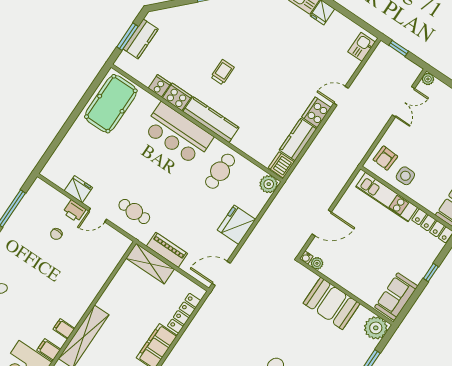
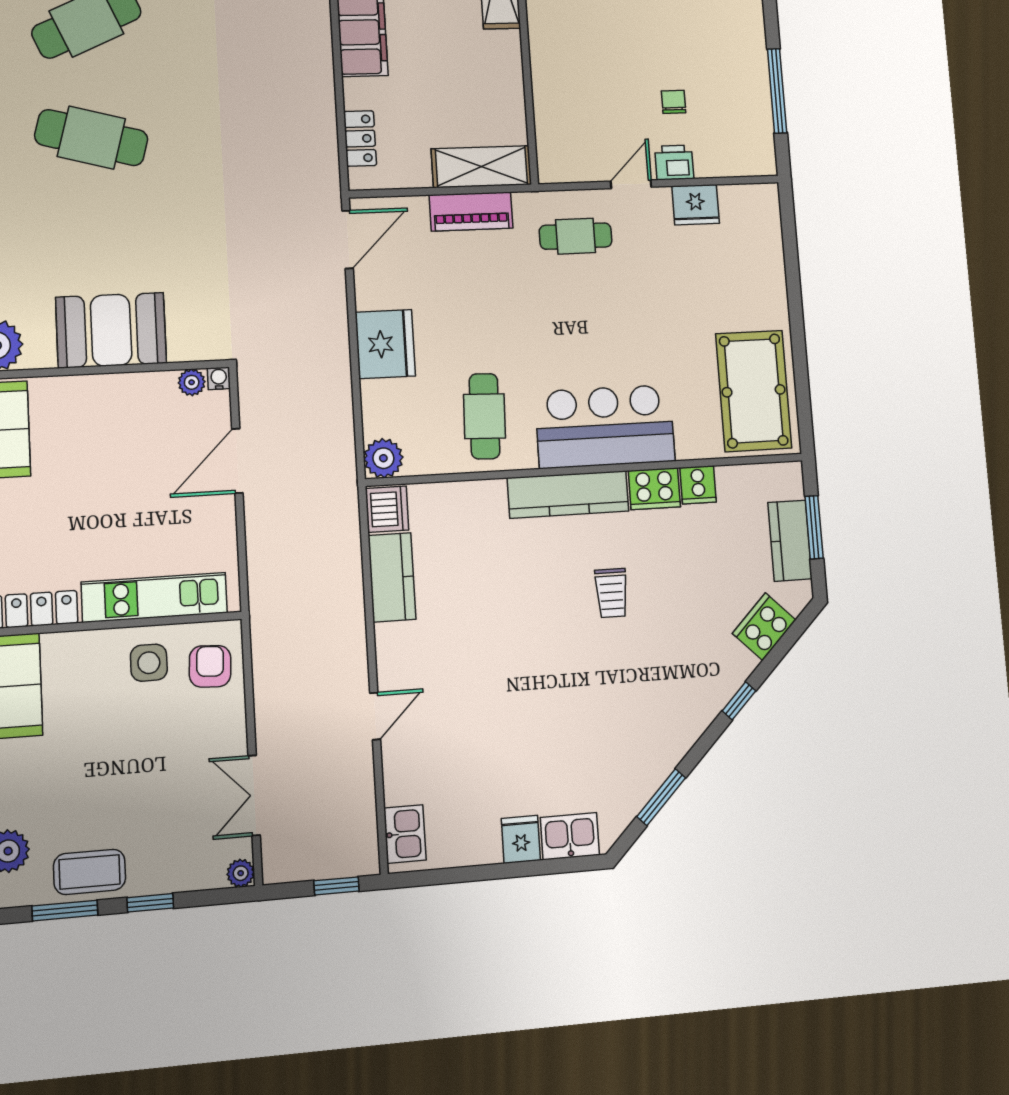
cooker: (316, 112) -> (764, 627), moved, turned -135
locker: (184, 313) -> (360, 139), width x0.66

